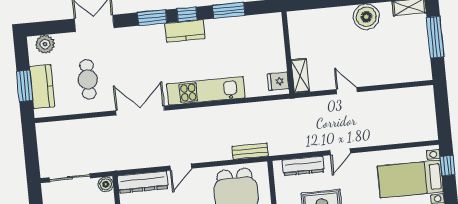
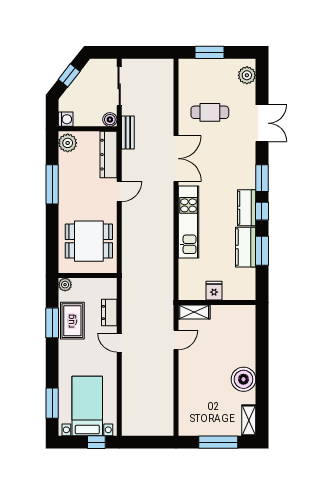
fridge: (278, 81) -> (214, 291), moved
kitchen counter: (42, 87) -> (246, 247), moved, turned 90
door: (347, 91) -> (176, 340), moved
bench: (250, 151) -> (128, 133), moved
dresser: (303, 166) -> (109, 312), width x0.70
door: (181, 167) -> (119, 191), swing flipped

